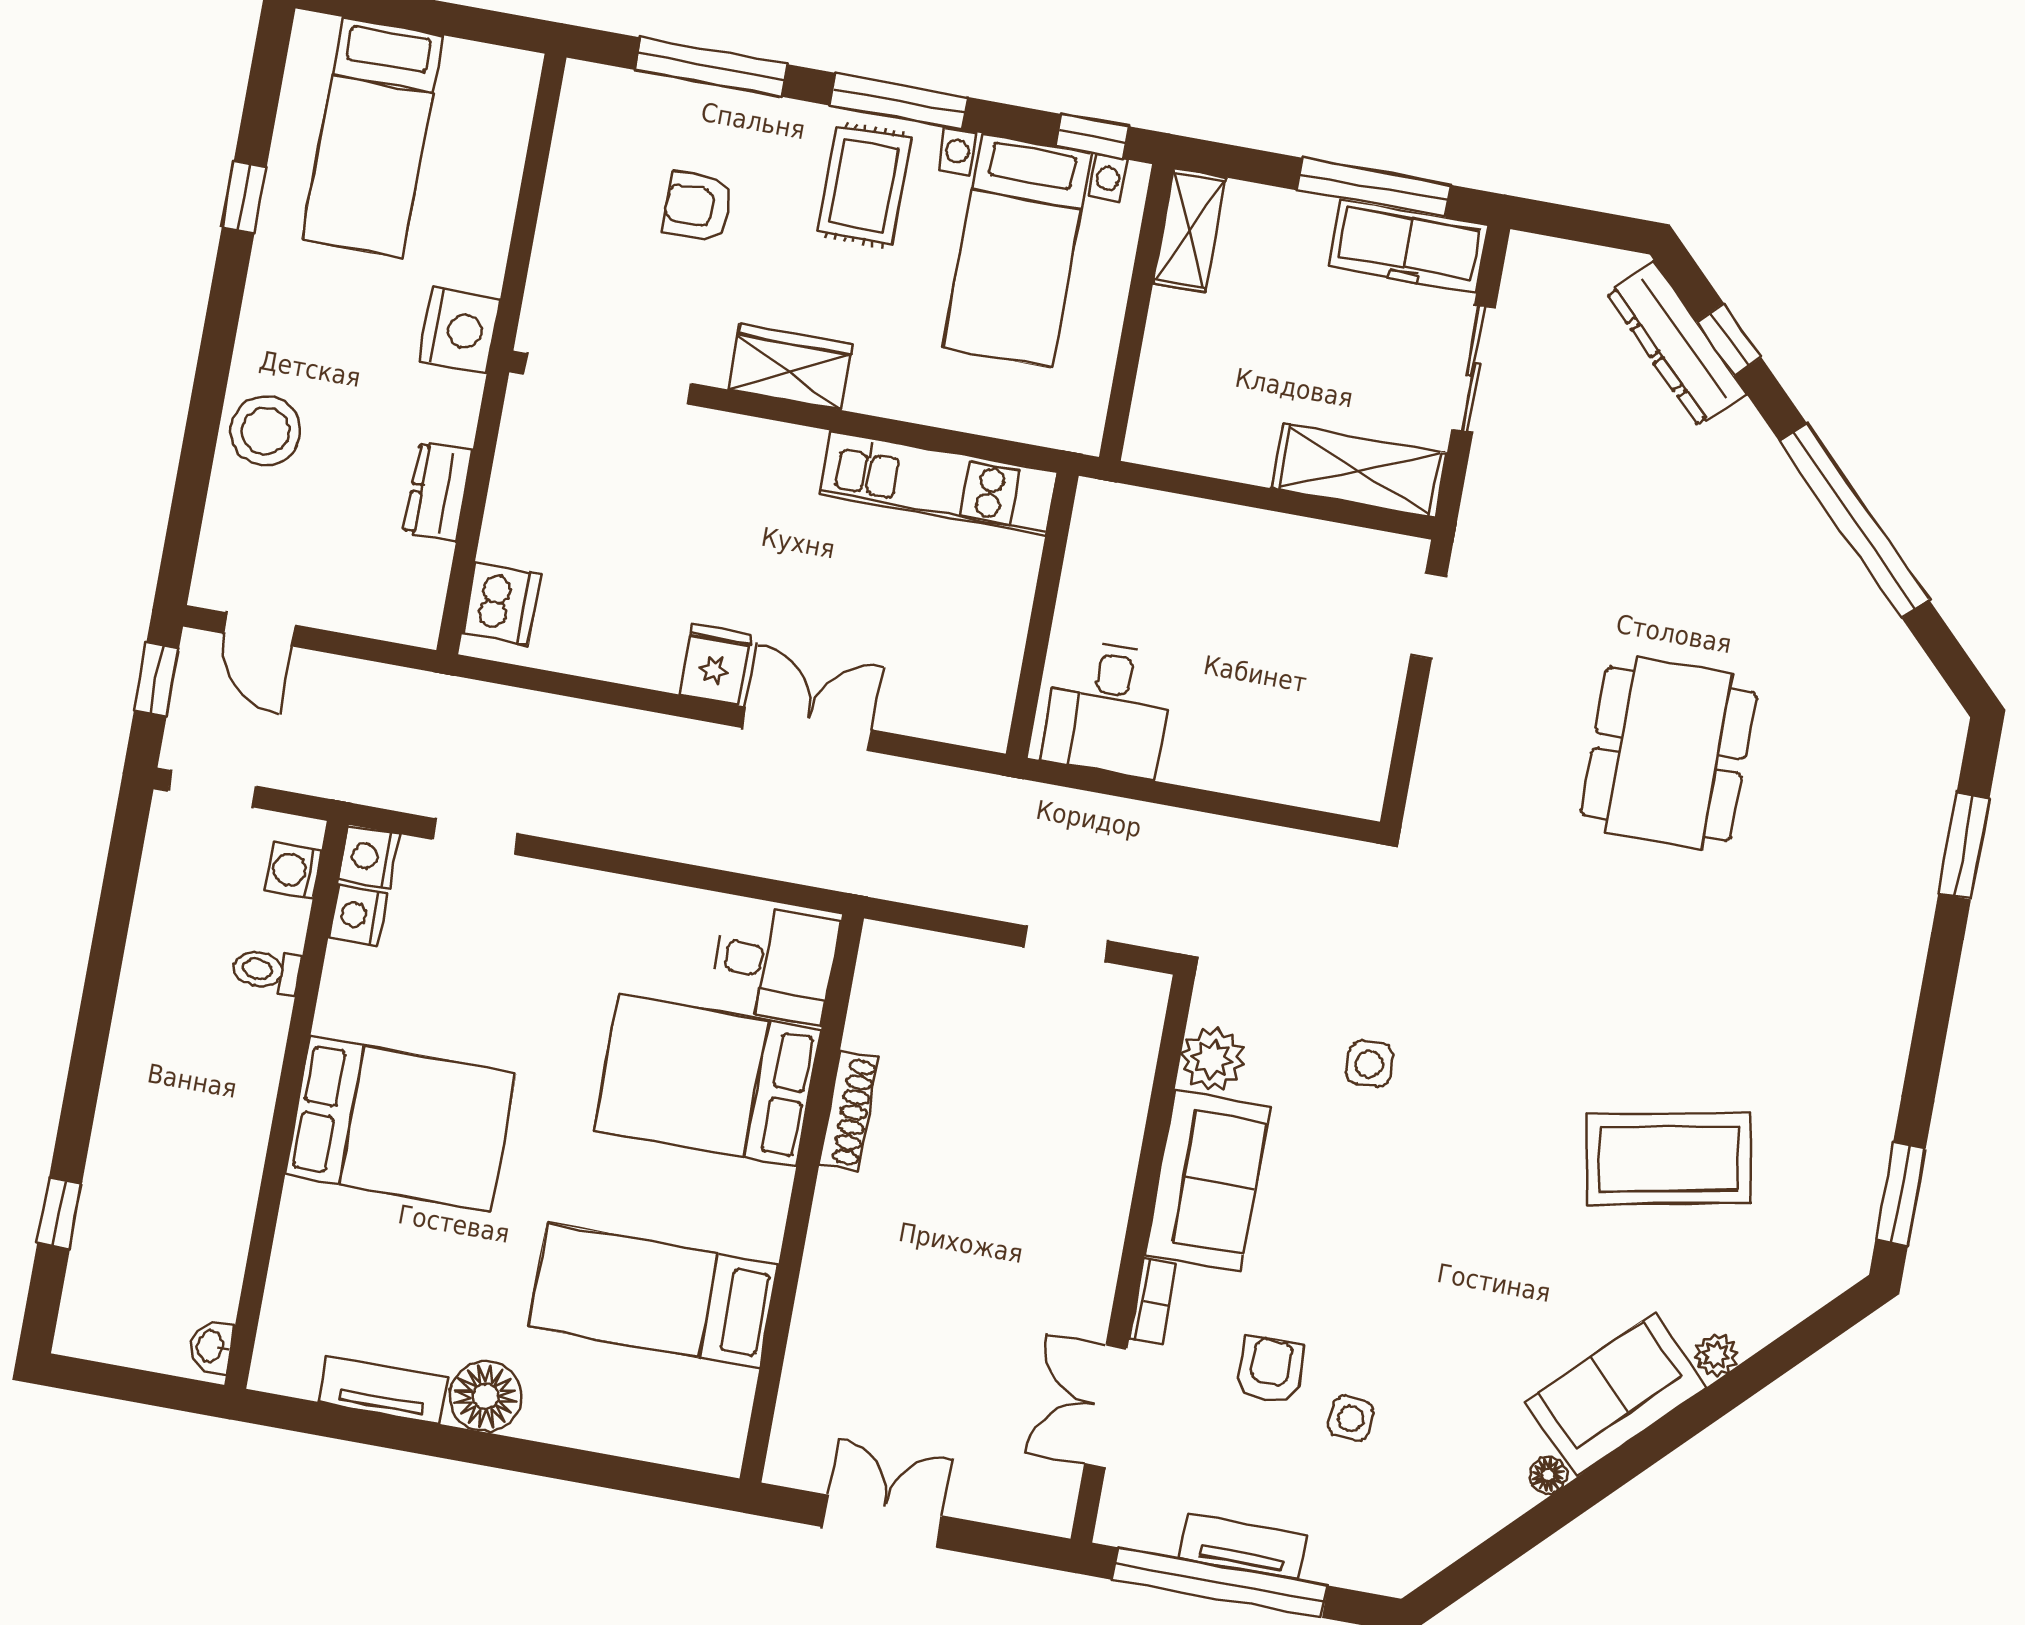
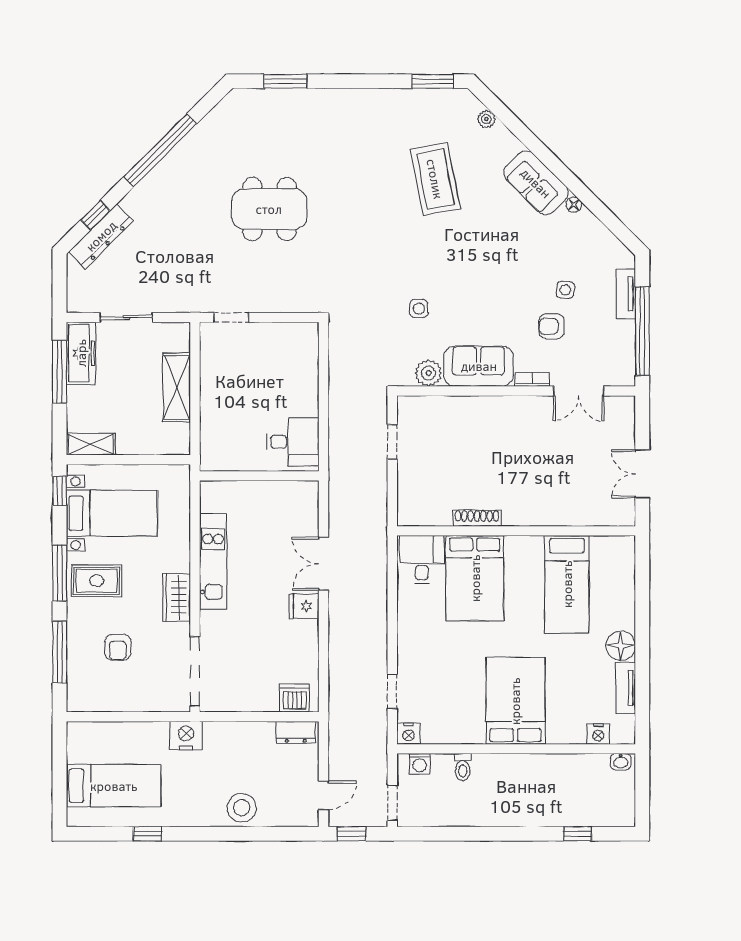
shelving: (1360, 471) -> (177, 387), moved
kitchen unit: (938, 483) -> (213, 561), moved
dresser: (438, 492) -> (296, 732), moved
nightstand: (358, 915) -> (598, 734), moved
plant: (1716, 1355) -> (486, 119), moved
tv unit: (1243, 1546) -> (626, 294), moved

